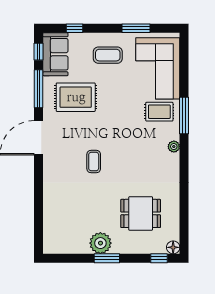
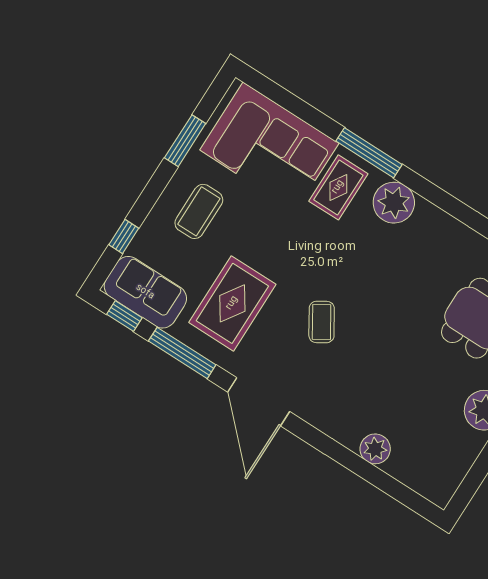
plant: (174, 147) -> (394, 203), width x1.88, depth x1.88
coffee table: (94, 162) -> (322, 322), moved, turned 58
plant: (51, 205) -> (375, 449), added

